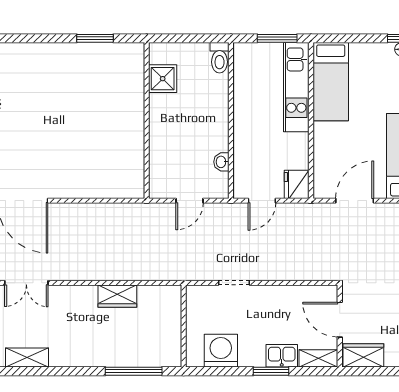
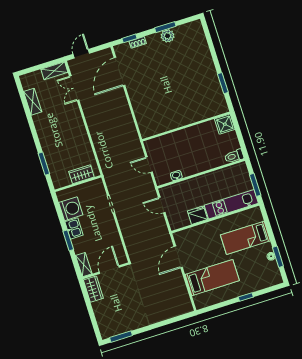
shower: (163, 79) -> (225, 124), moved
bed: (331, 82) -> (245, 238), moved
fridge: (297, 184) -> (198, 215), moved
door: (355, 201) -> (178, 257), swing flipped
wardrobe: (117, 296) -> (81, 174), moved, turned 90
kitchen sink: (282, 356) -> (74, 228), moved
window: (134, 371) -> (44, 164), width x0.69

